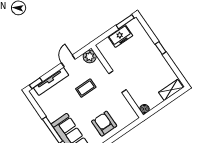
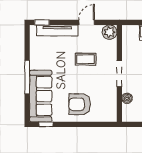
boiler: (144, 109) -> (127, 98), moved
armchair: (104, 124) -> (80, 104), turned -90

